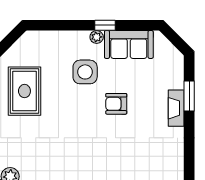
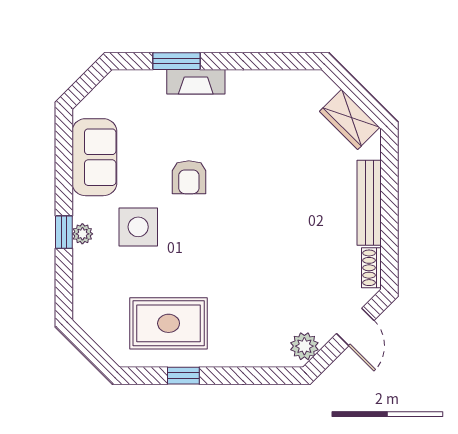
window: (105, 25) -> (64, 232), moved
plant: (97, 37) -> (82, 234), moved

